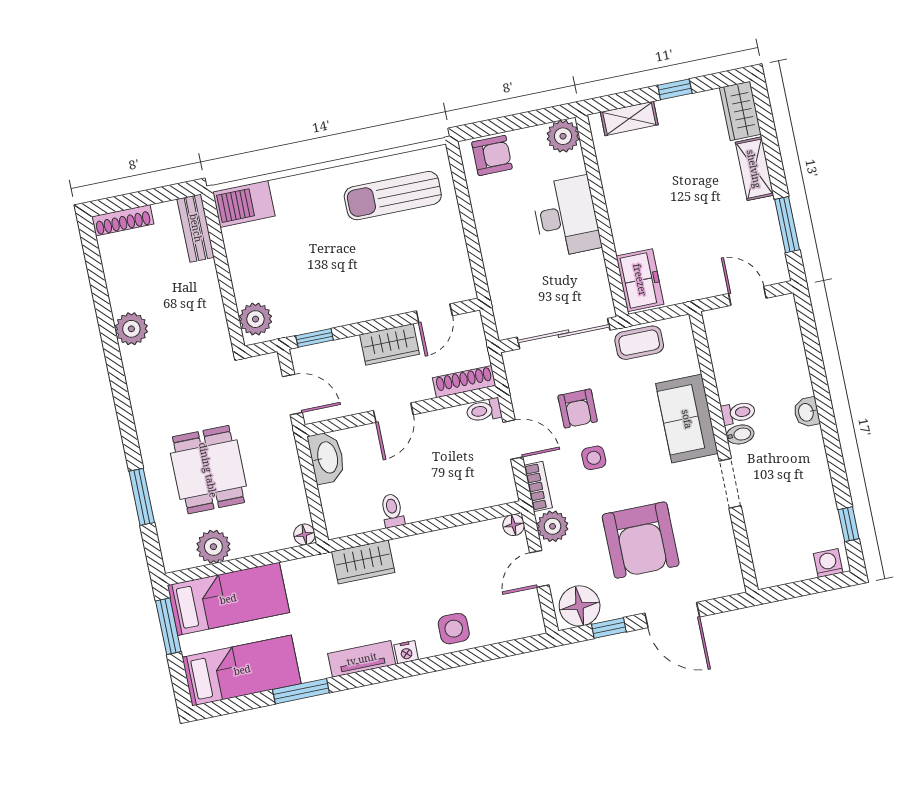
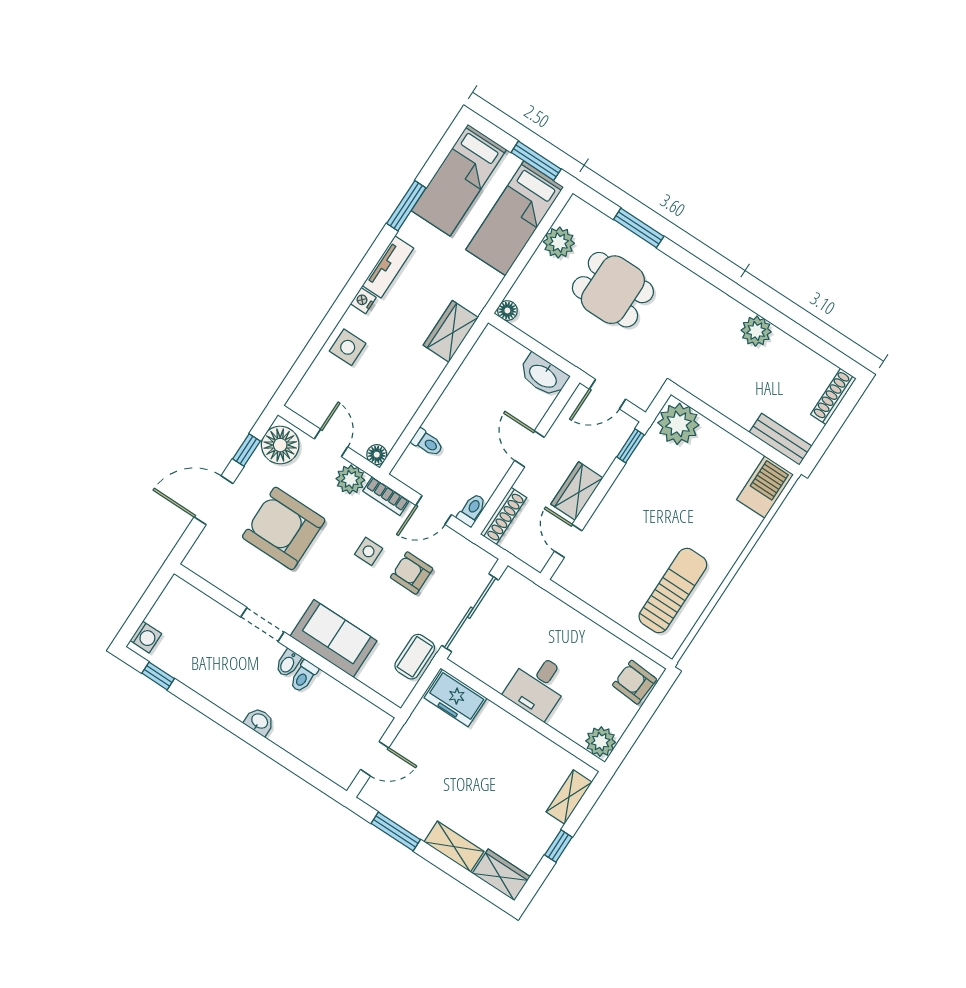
armchair: (492, 155) -> (634, 682), turned 94
desk: (566, 217) -> (538, 686), width x0.73
plant: (255, 319) -> (678, 424), width x1.36, depth x1.36
toilet: (392, 511) -> (427, 443), moved

